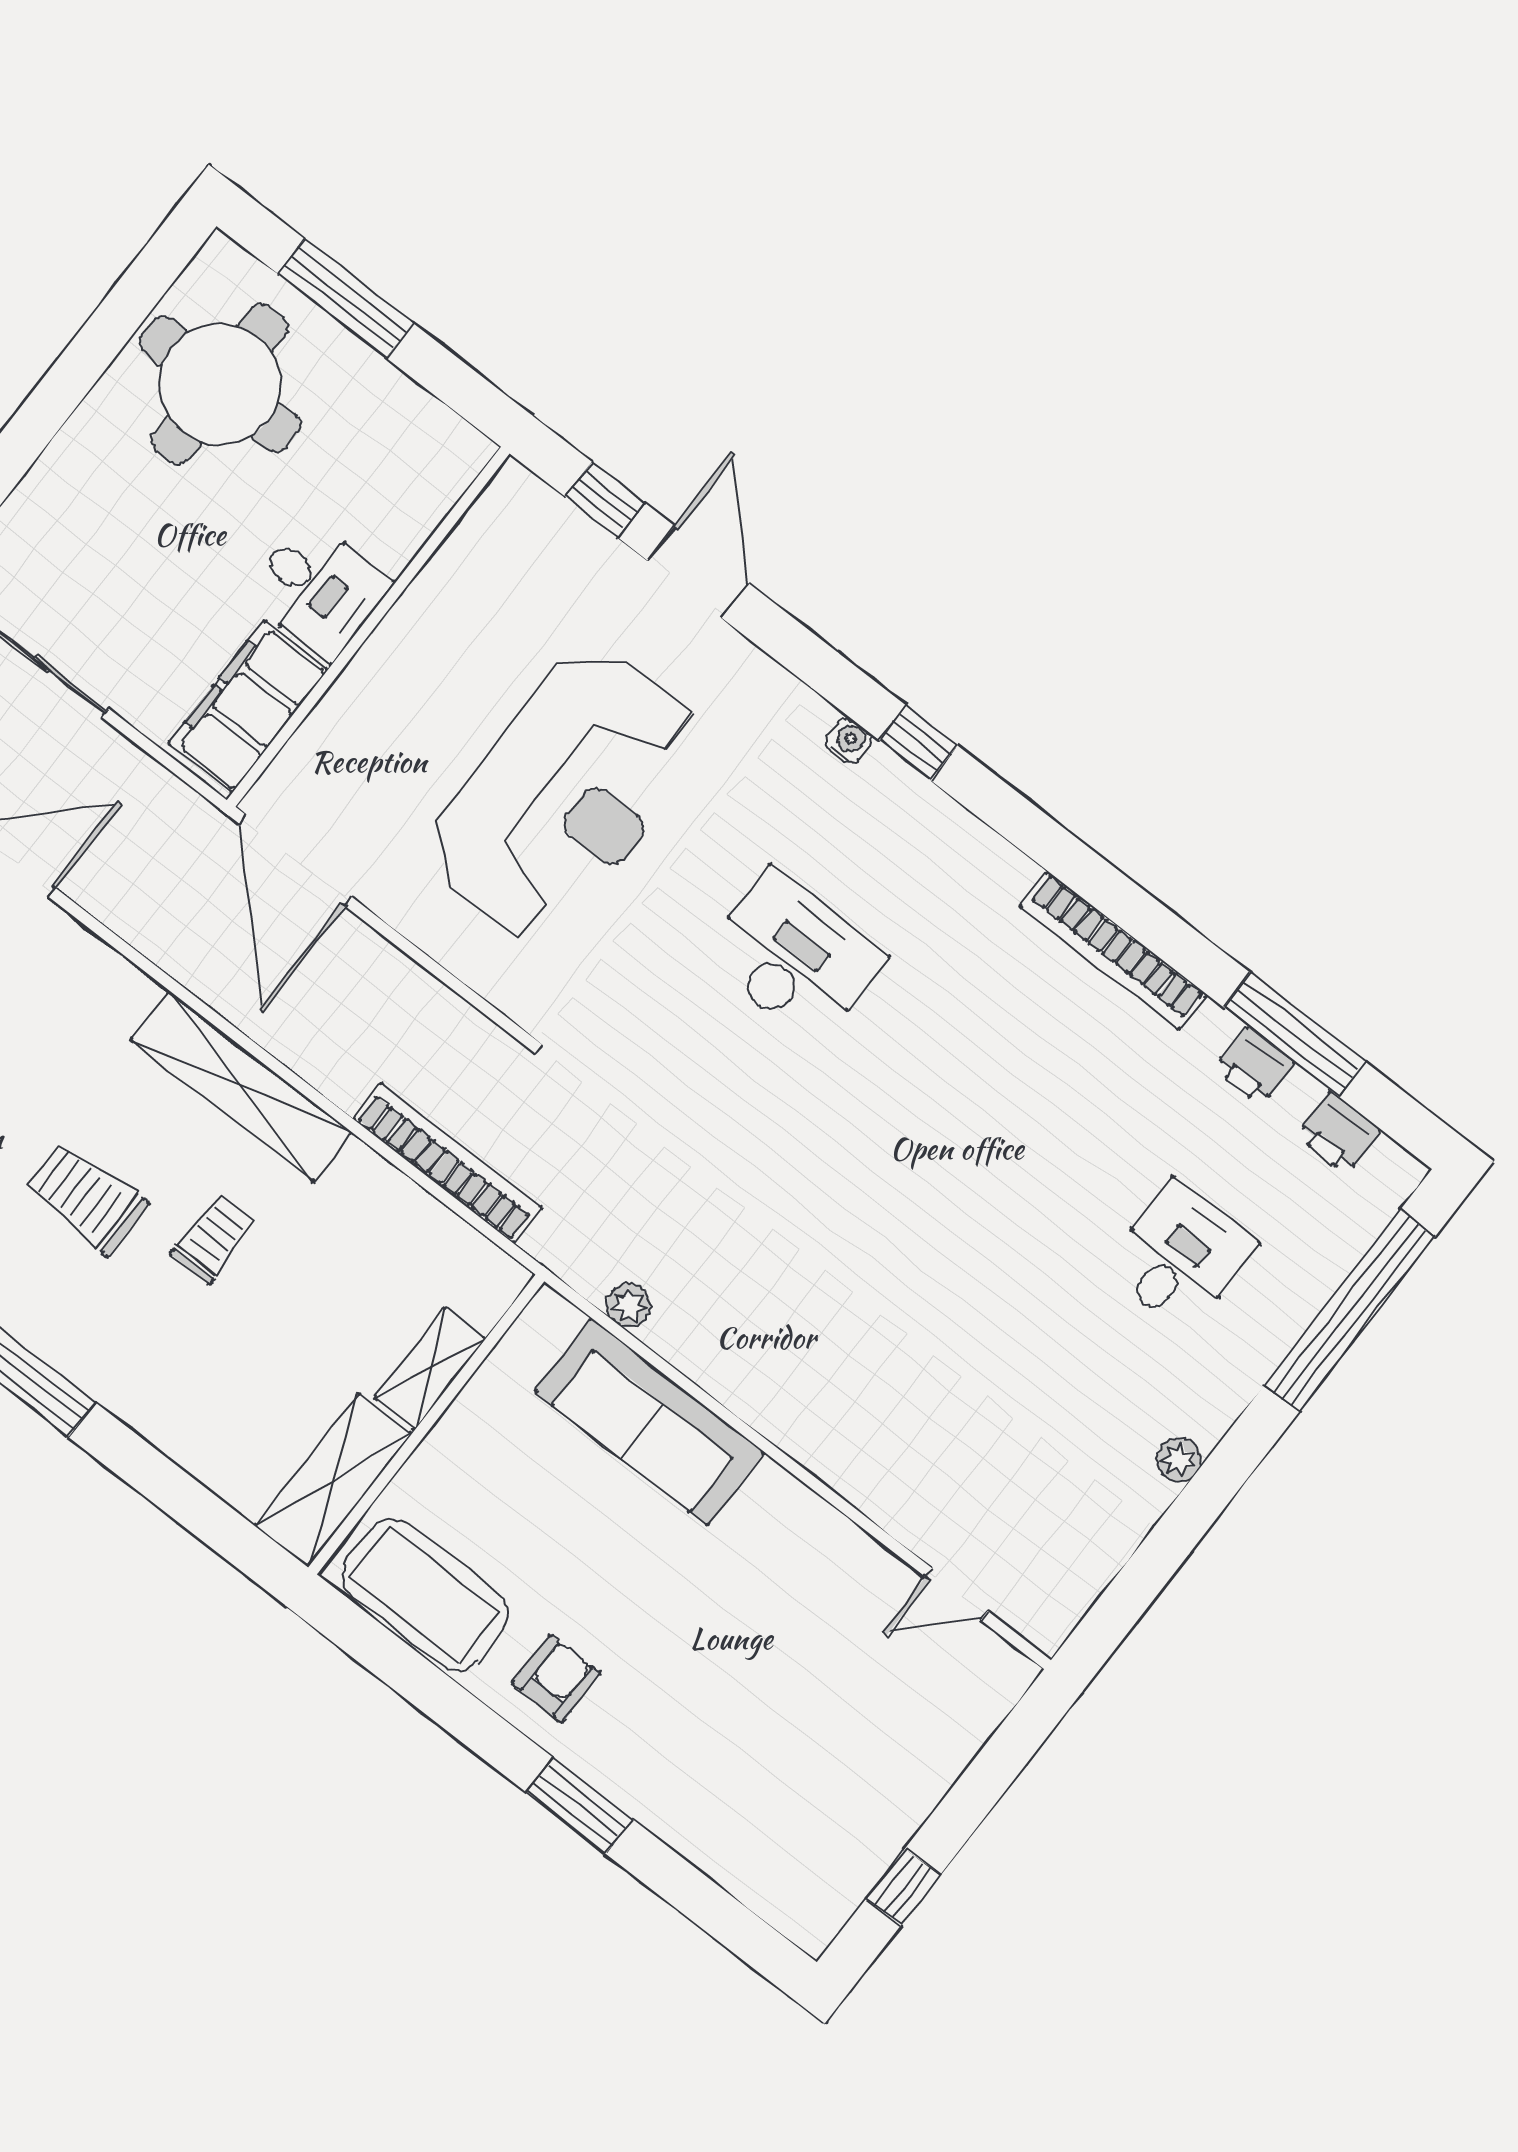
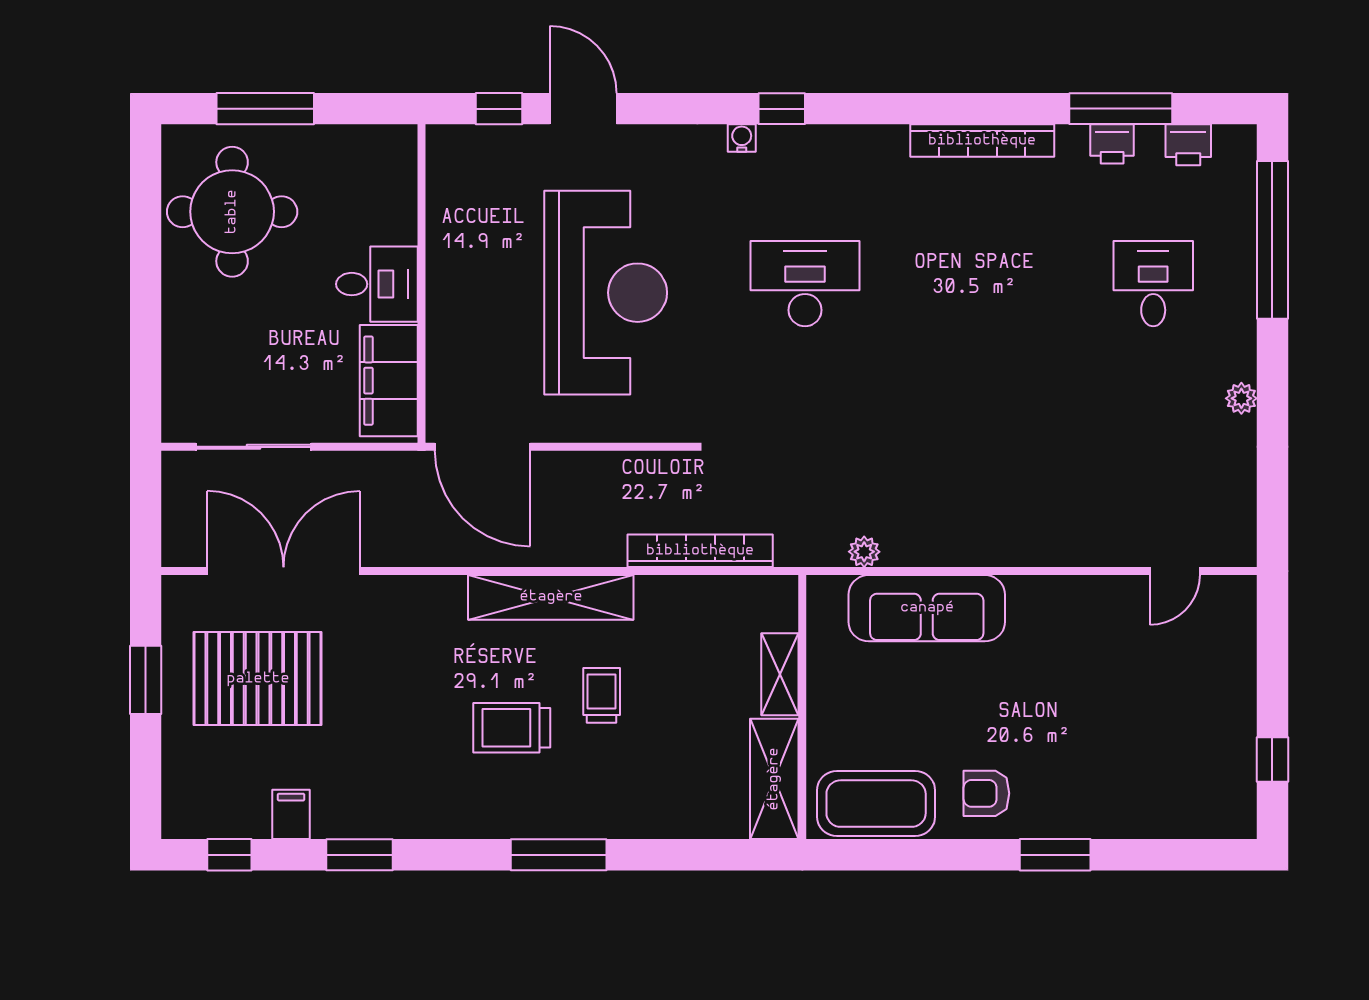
armchair: (556, 1679) -> (986, 793), turned -90

